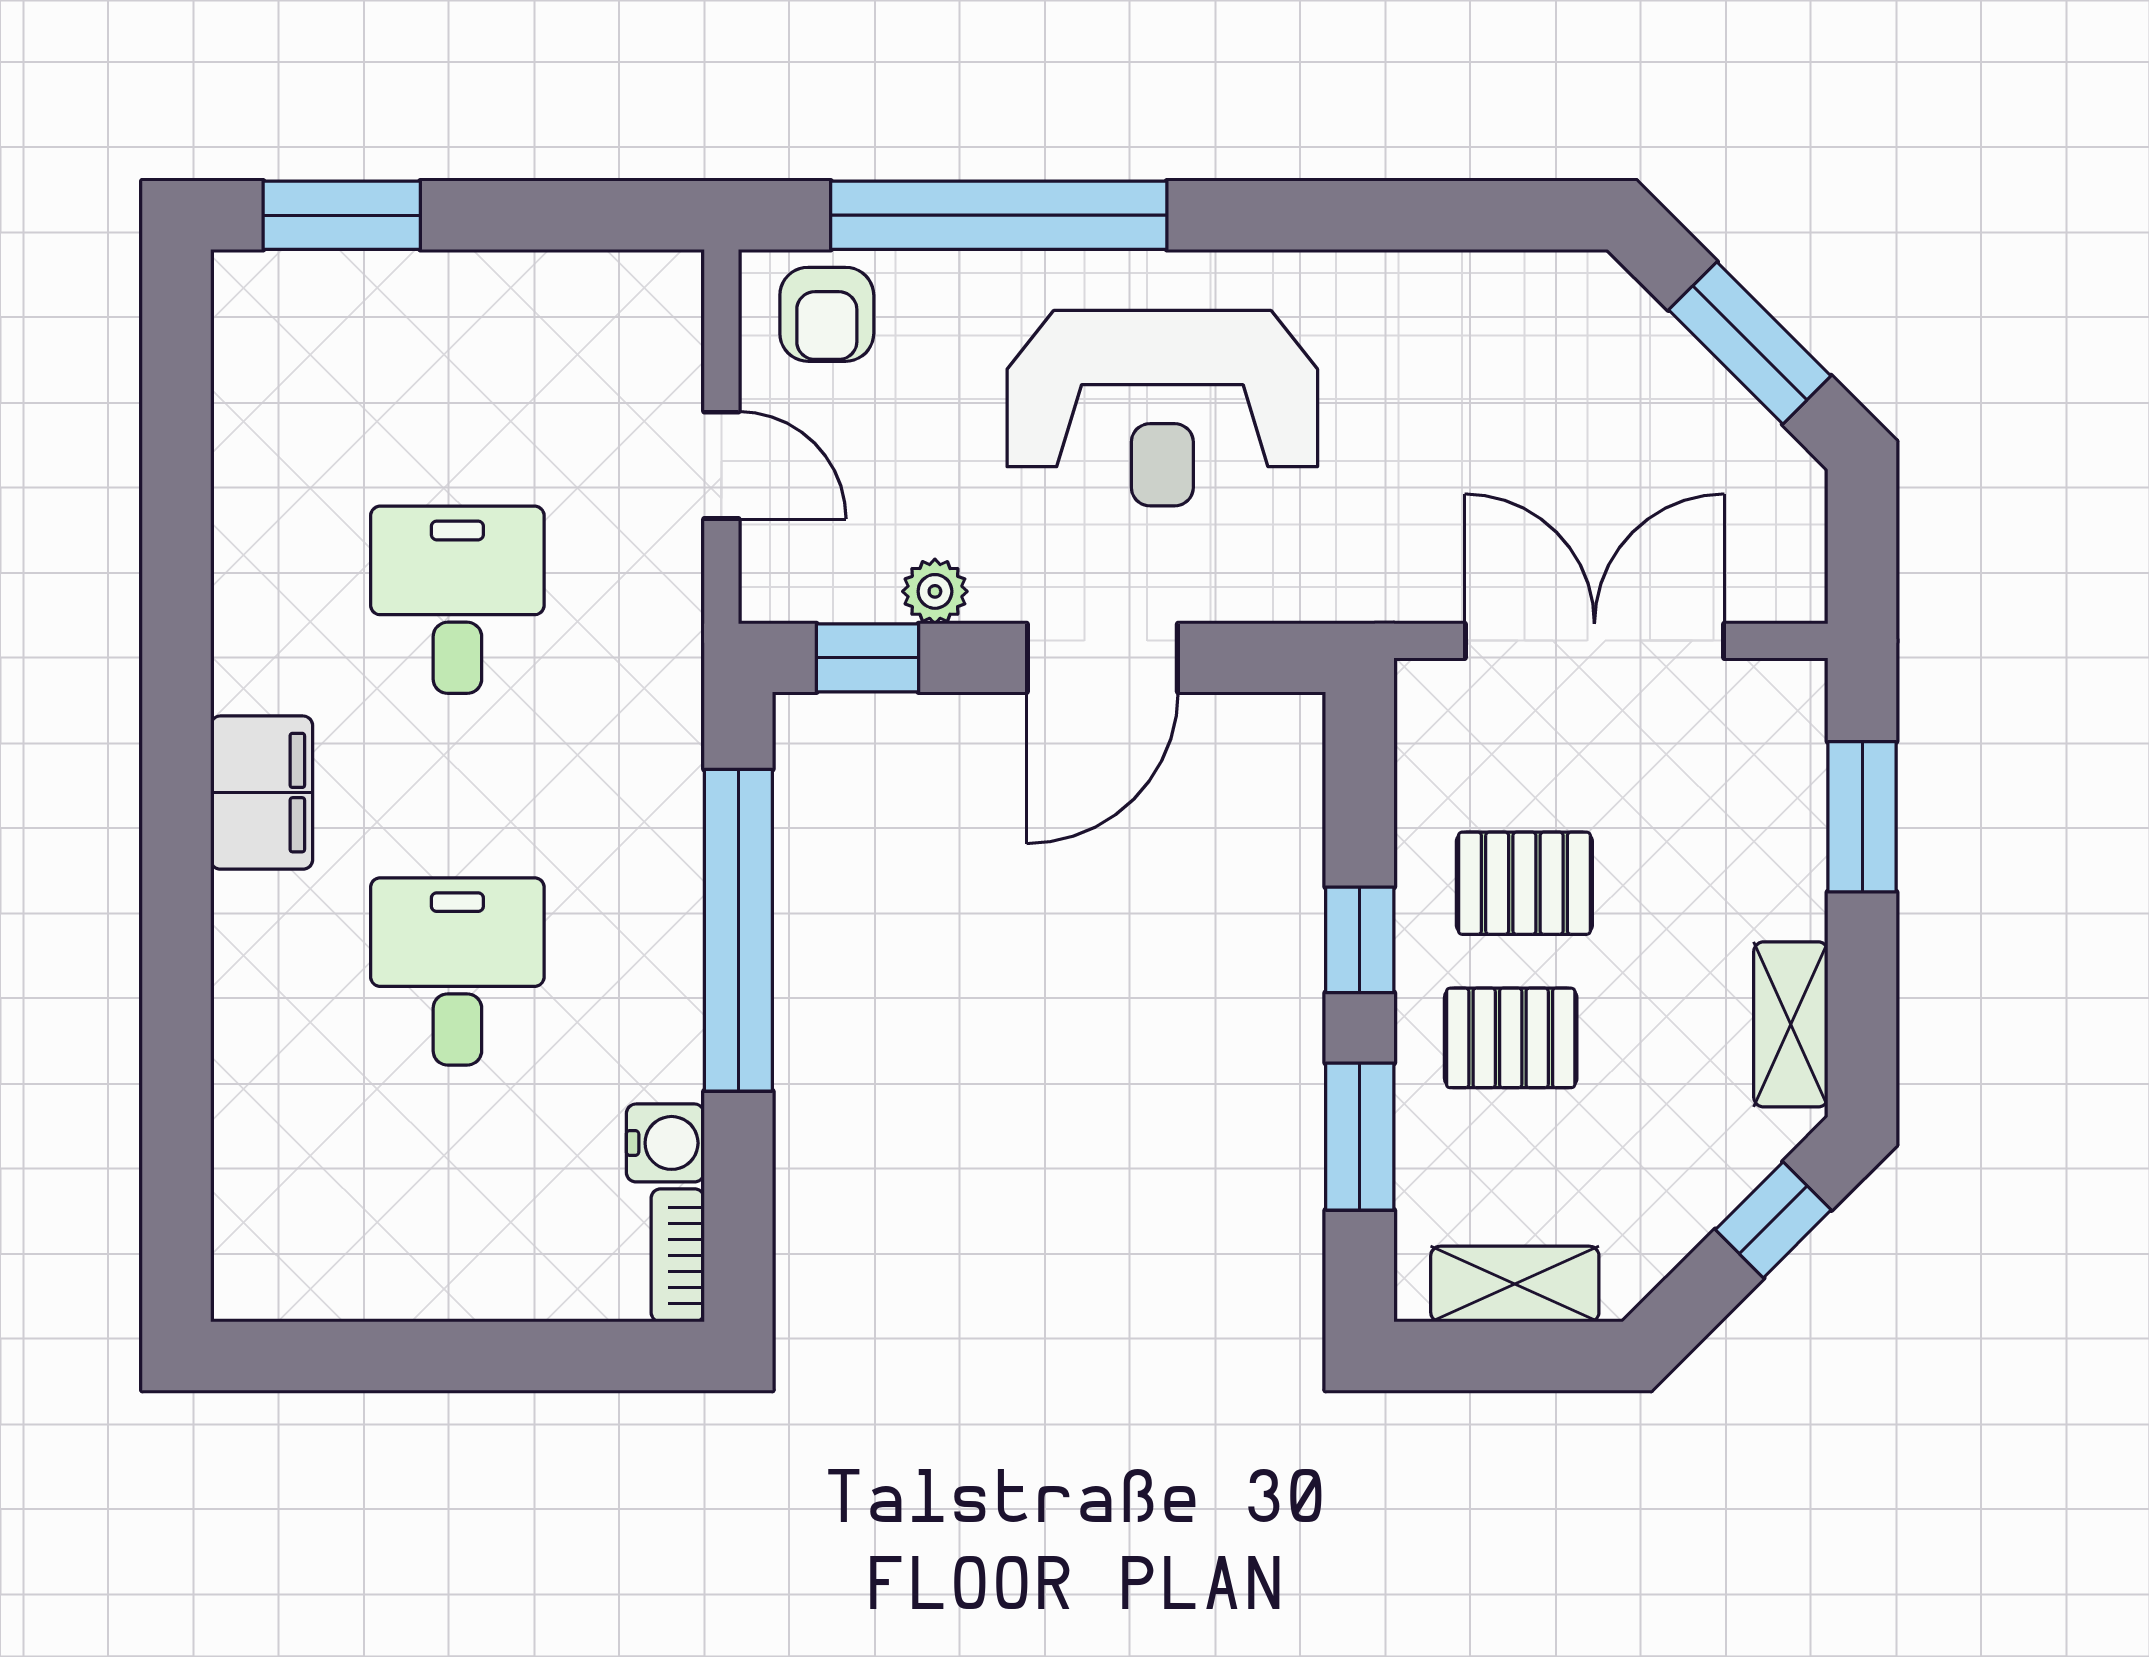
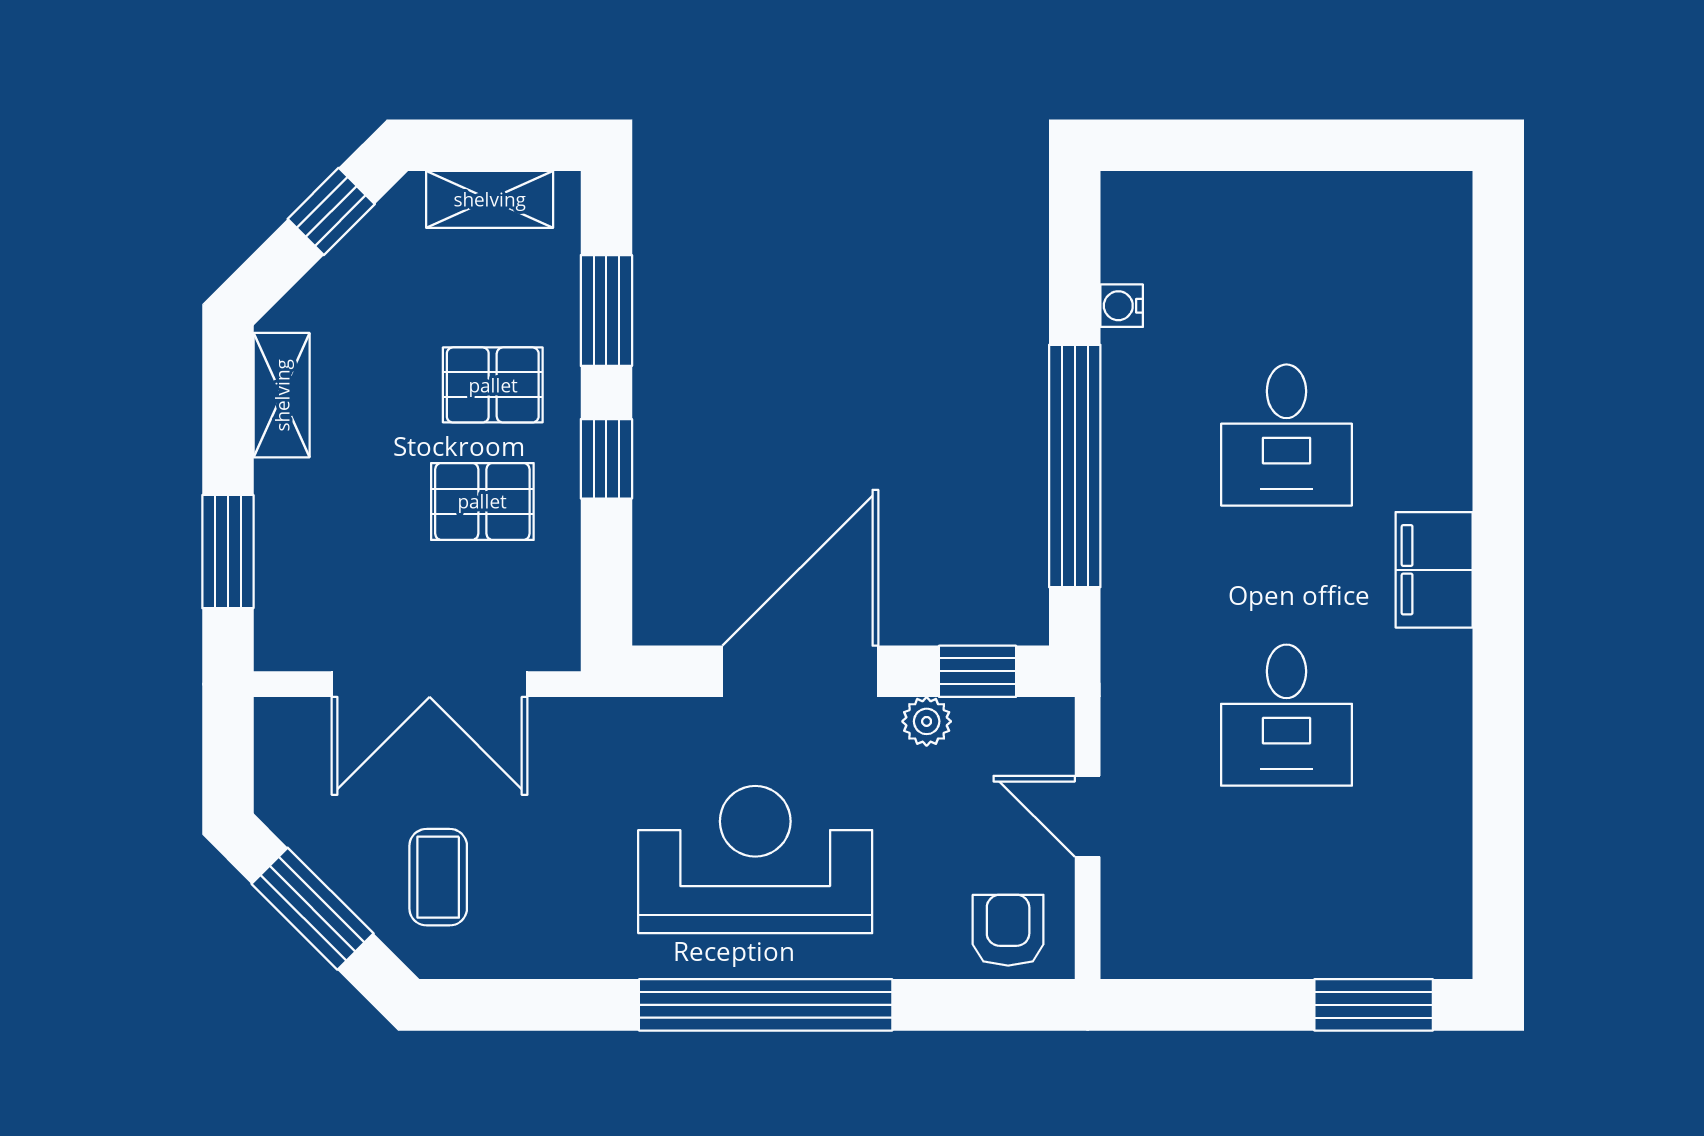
window: (999, 215) -> (766, 1005), moved
coffee table: (1583, 385) -> (438, 877), added
door: (1102, 658) -> (800, 671), width x1.36
water cooler: (665, 1143) -> (1122, 306), width x0.72, depth x0.72
window: (1773, 1220) -> (331, 211), moved
bookcase: (678, 1255) -> (1120, 221), removed

